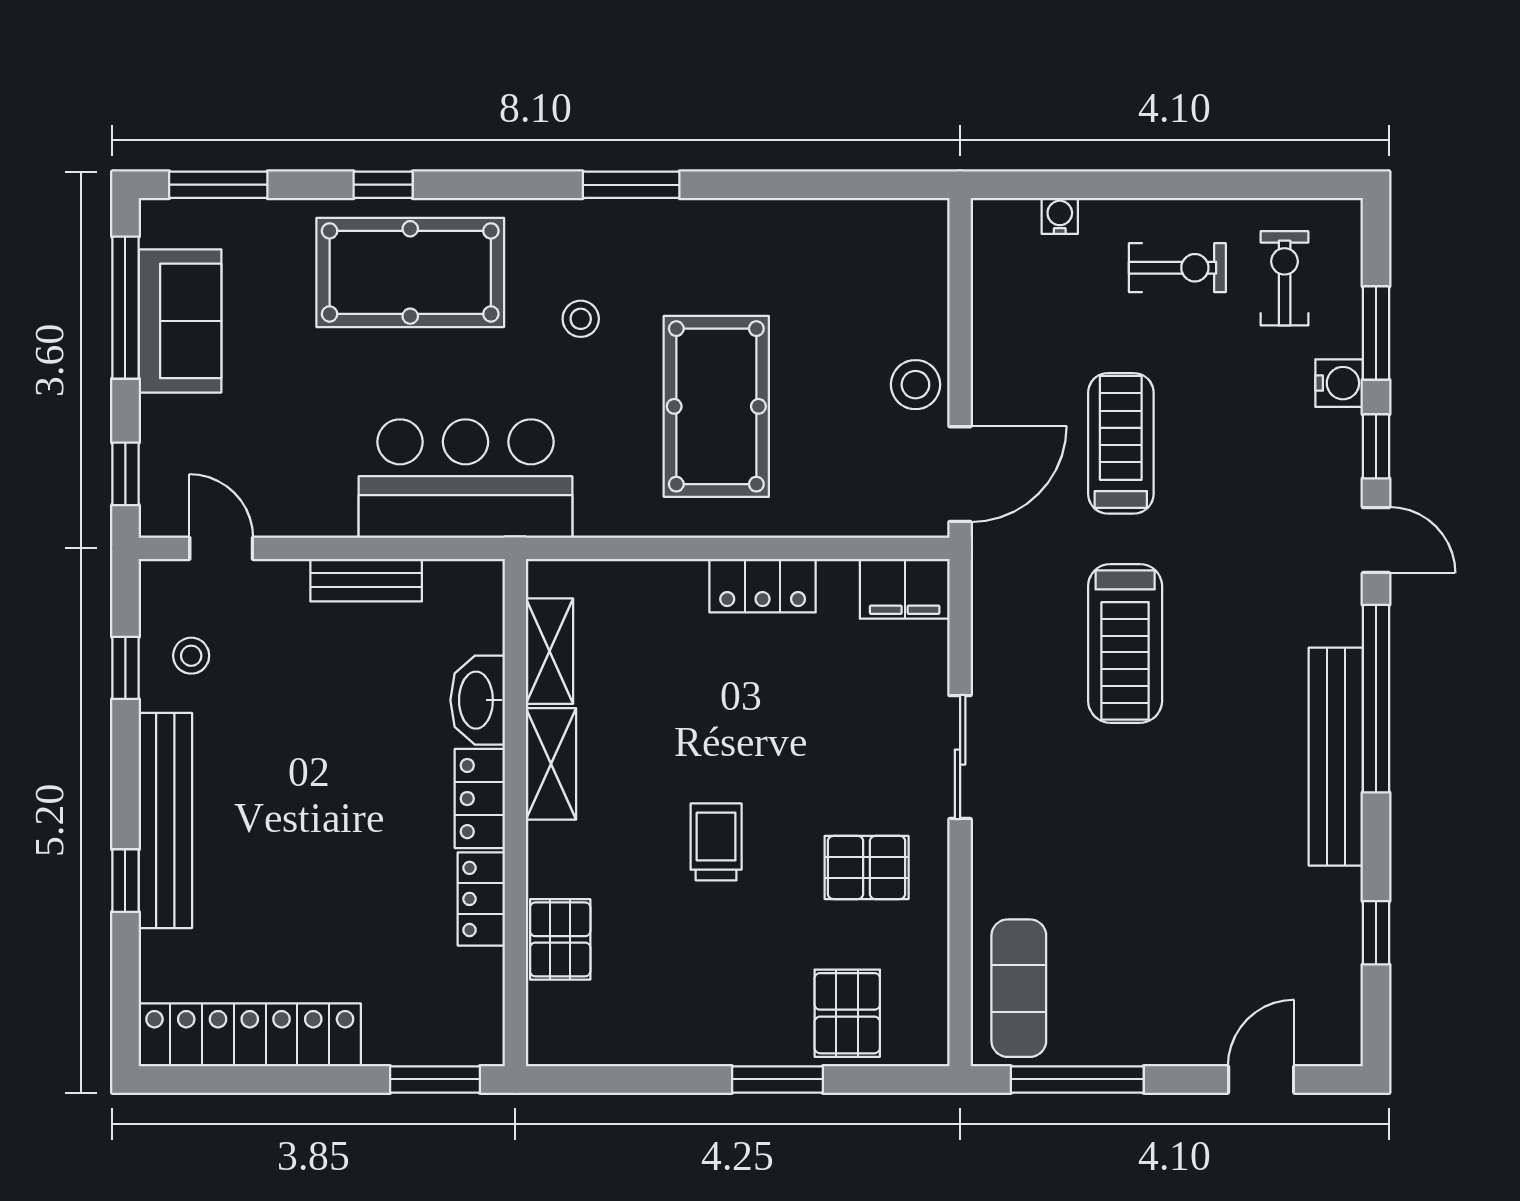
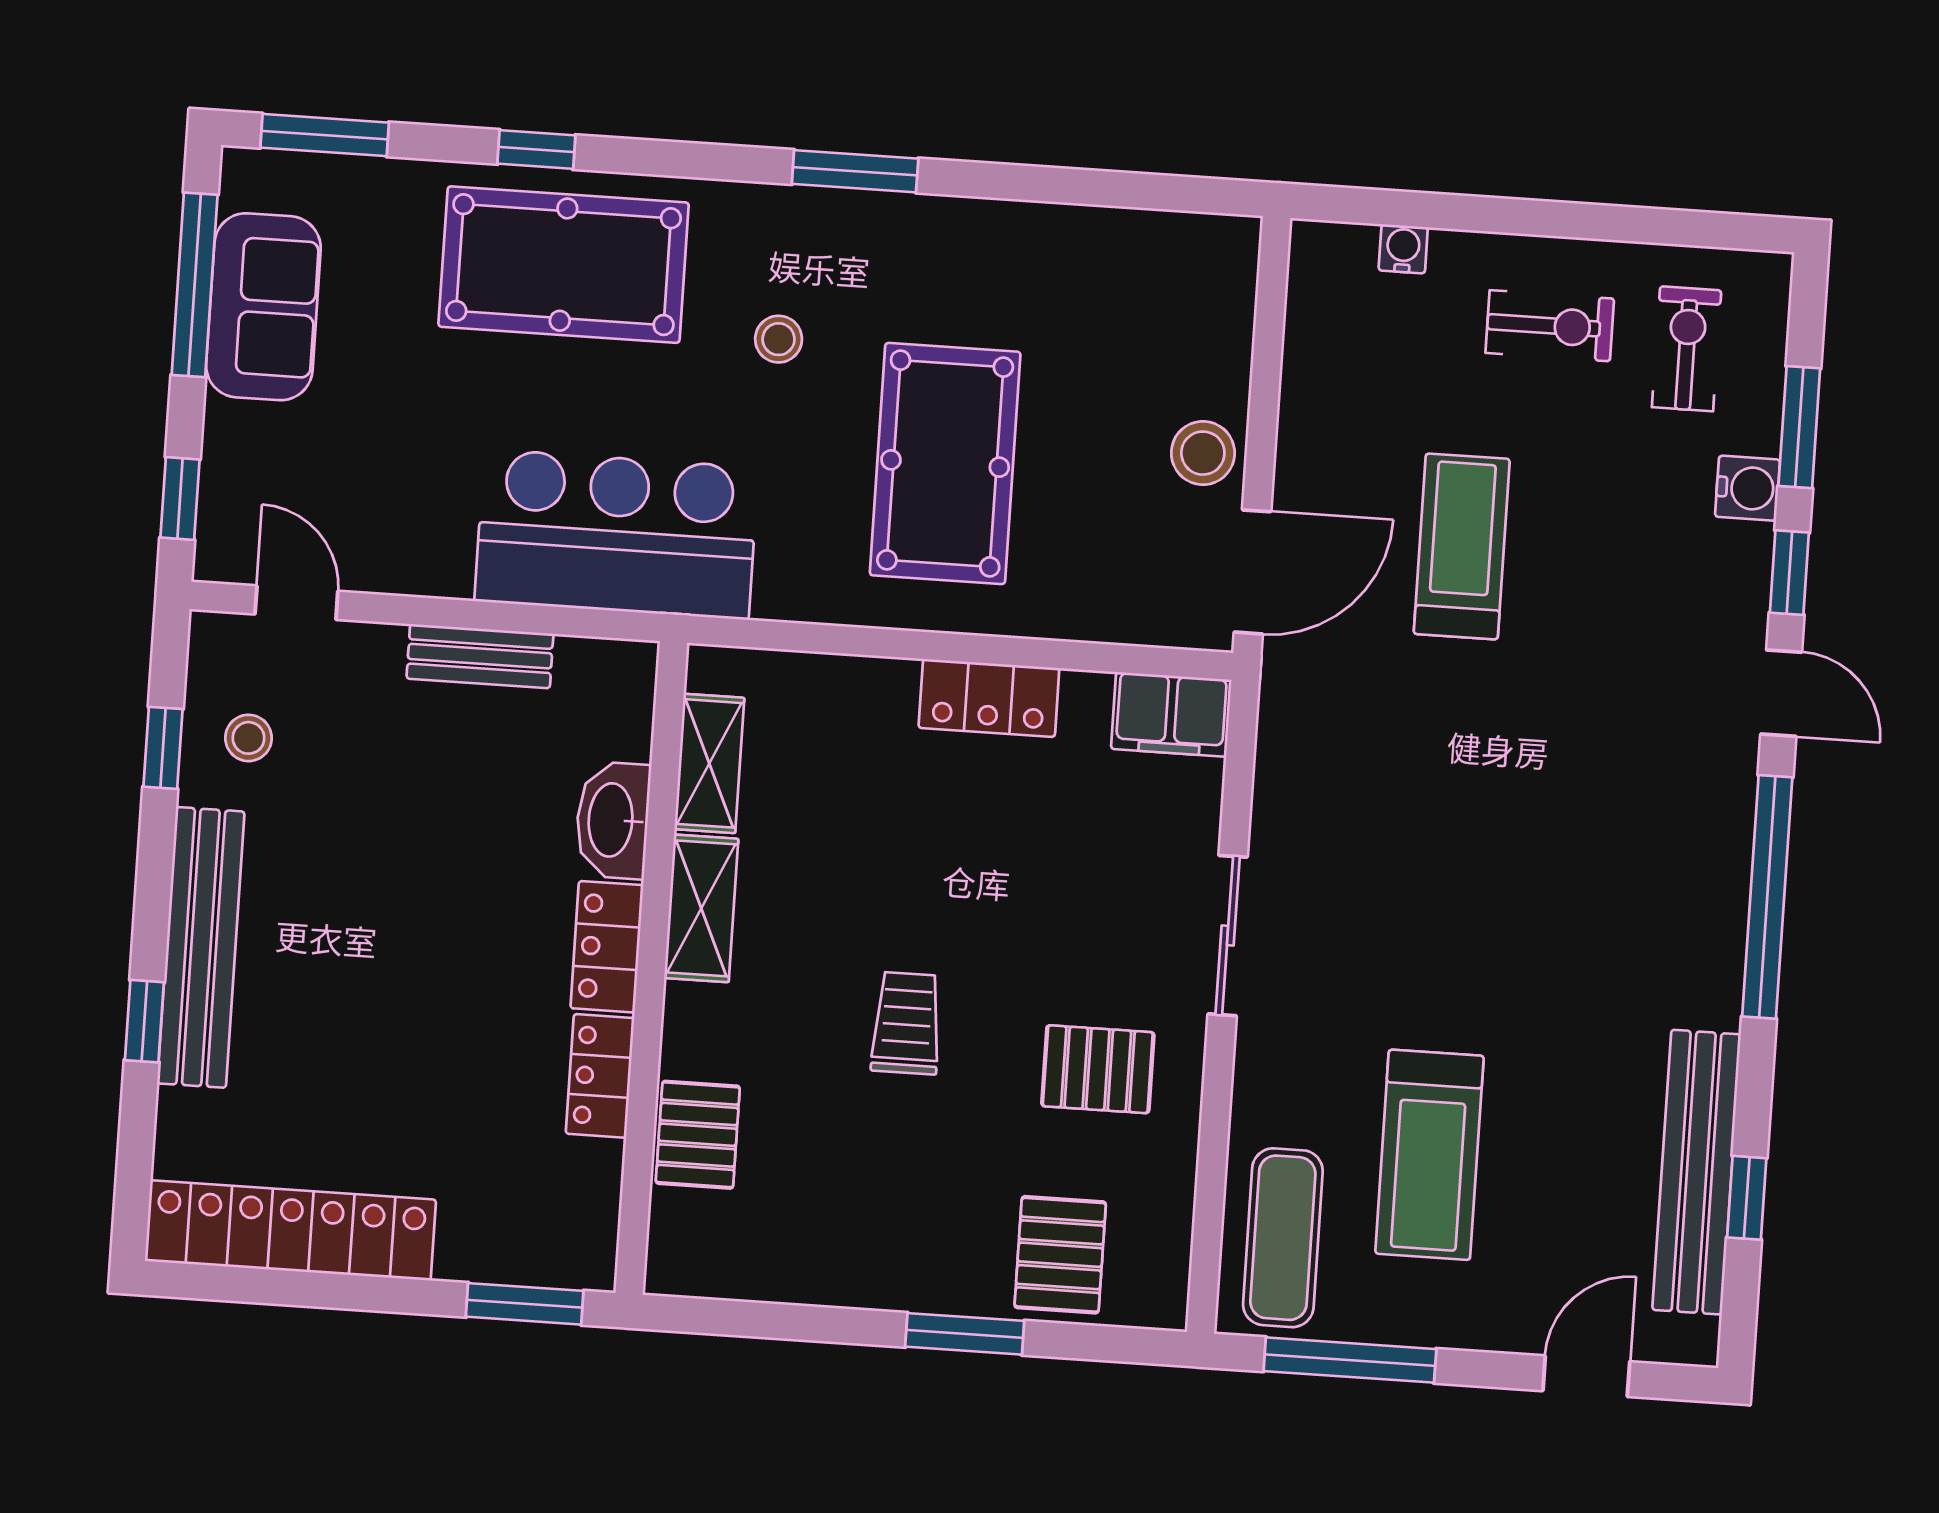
treadmill: (1125, 643) -> (1429, 1155), moved
bench: (1336, 757) -> (1697, 1172), moved

